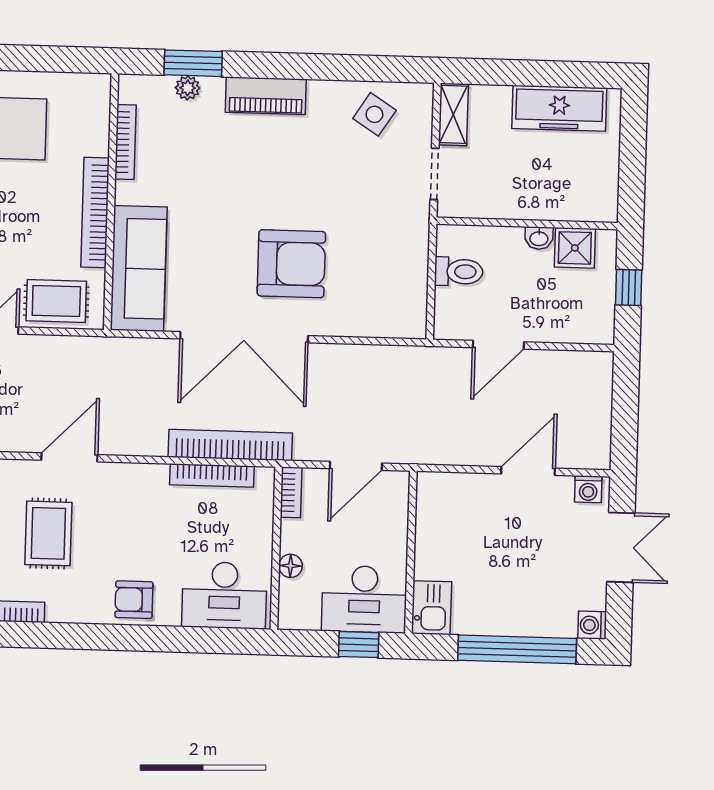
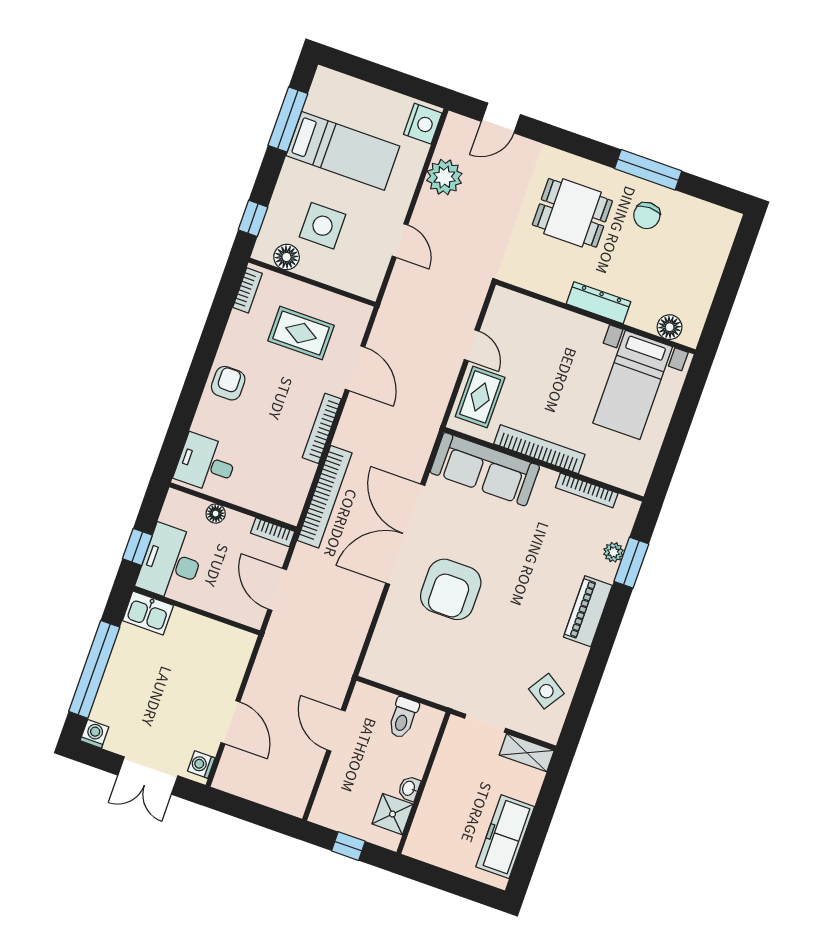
bookcase: (212, 475) -> (322, 428), moved
desk: (224, 595) -> (206, 463), width x0.73

